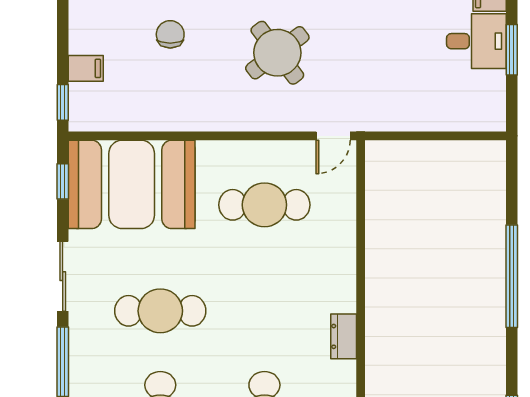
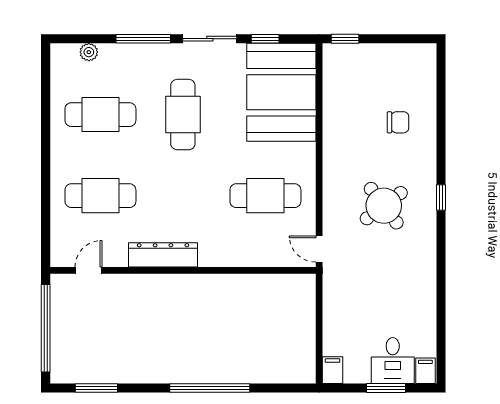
filing cabinet: (86, 68) -> (333, 370), moved, turned 180
window: (63, 181) -> (265, 39), moved
cafe table: (264, 205) -> (265, 196), turned 90
dresser: (344, 336) -> (163, 255), width x1.96, depth x1.24

